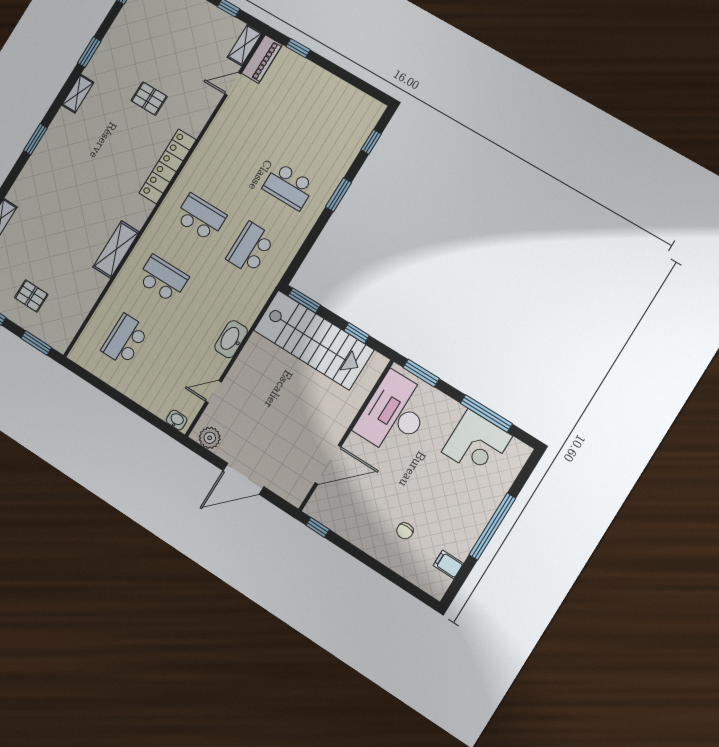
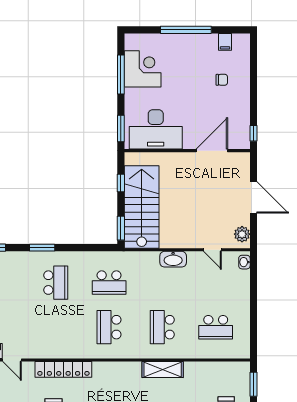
locker: (168, 166) -> (63, 369), moved
door: (328, 465) -> (212, 151), hinge flipped

